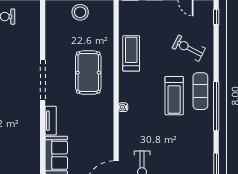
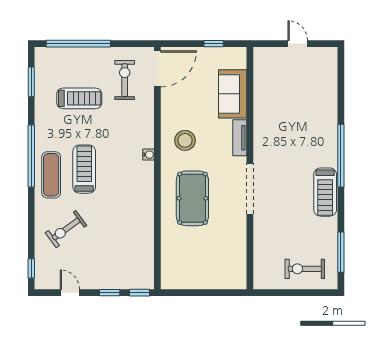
stool: (80, 12) -> (185, 140), moved
exercise bike: (189, 48) -> (66, 229), turned 117
treadmill: (131, 53) -> (79, 98), moved, turned -90

